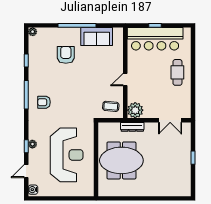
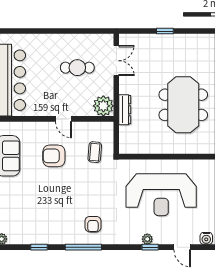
armchair: (66, 55) -> (54, 156), moved
cafe table: (177, 72) -> (77, 68), moved
coffee table: (111, 106) -> (95, 152), moved
reception desk: (67, 155) -> (161, 195), turned 180
meeting table: (121, 160) -> (183, 105), moved

